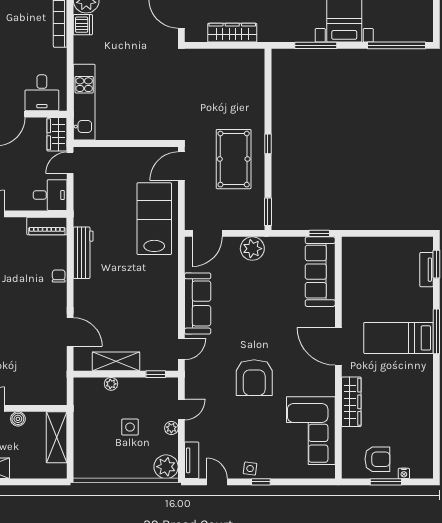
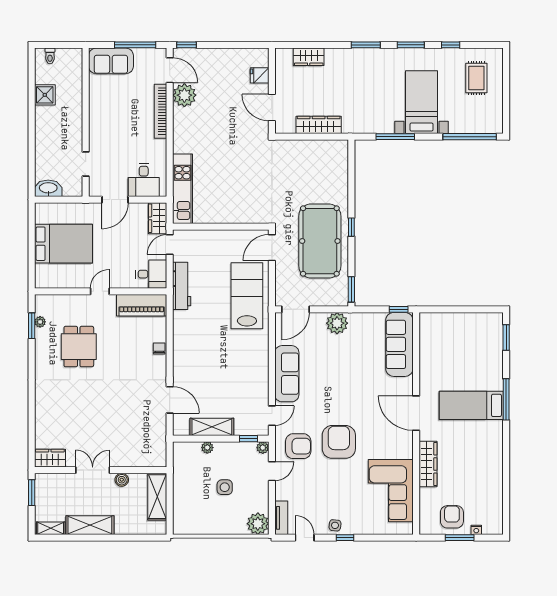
dishwasher: (83, 25) -> (181, 118), removed
pool table: (234, 159) -> (320, 241), width x1.36, depth x1.32
piano: (47, 226) -> (142, 305), width x1.37, depth x1.33
workbench: (83, 253) -> (182, 286), moved
tv unit: (427, 270) -> (497, 343), removed
armchair: (254, 378) -> (339, 442), turned 180
armchair: (210, 382) -> (298, 446), added
plant: (171, 428) -> (263, 448), moved
armchair: (377, 459) -> (452, 517), turned -90

